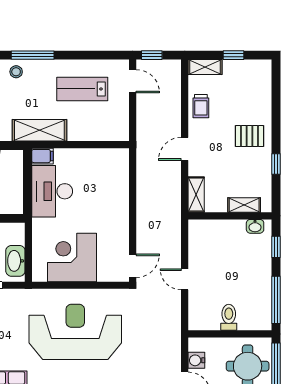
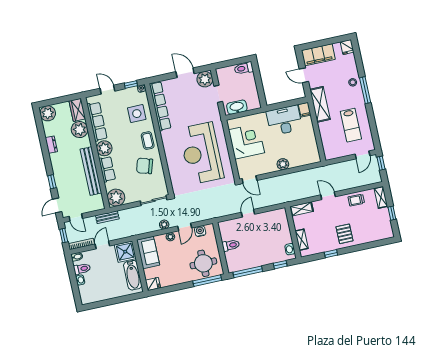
lab bench: (82, 89) -> (351, 125), turned 180
plant: (120, 209) -> (283, 164), added
reception desk: (75, 332) -> (201, 153), turned 180

